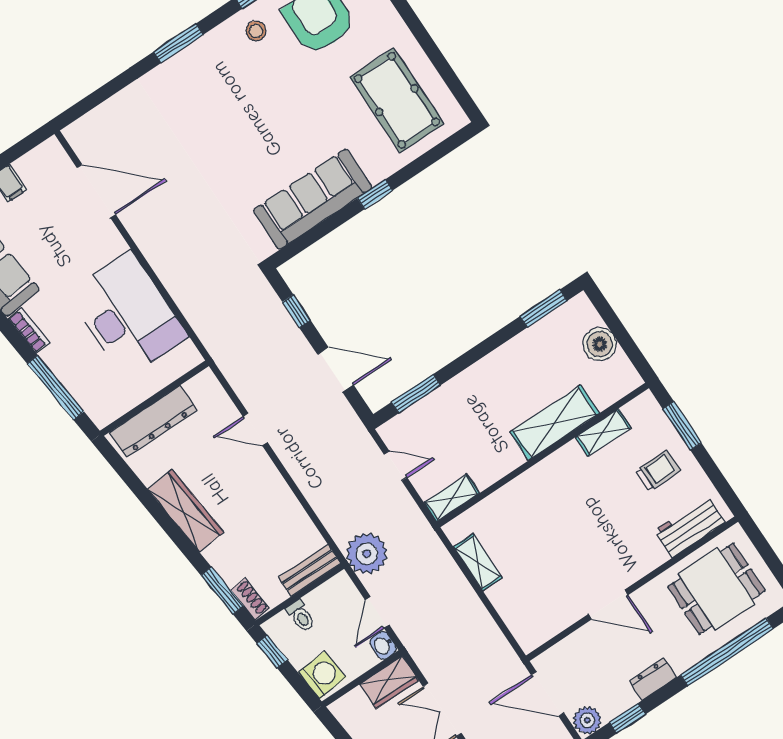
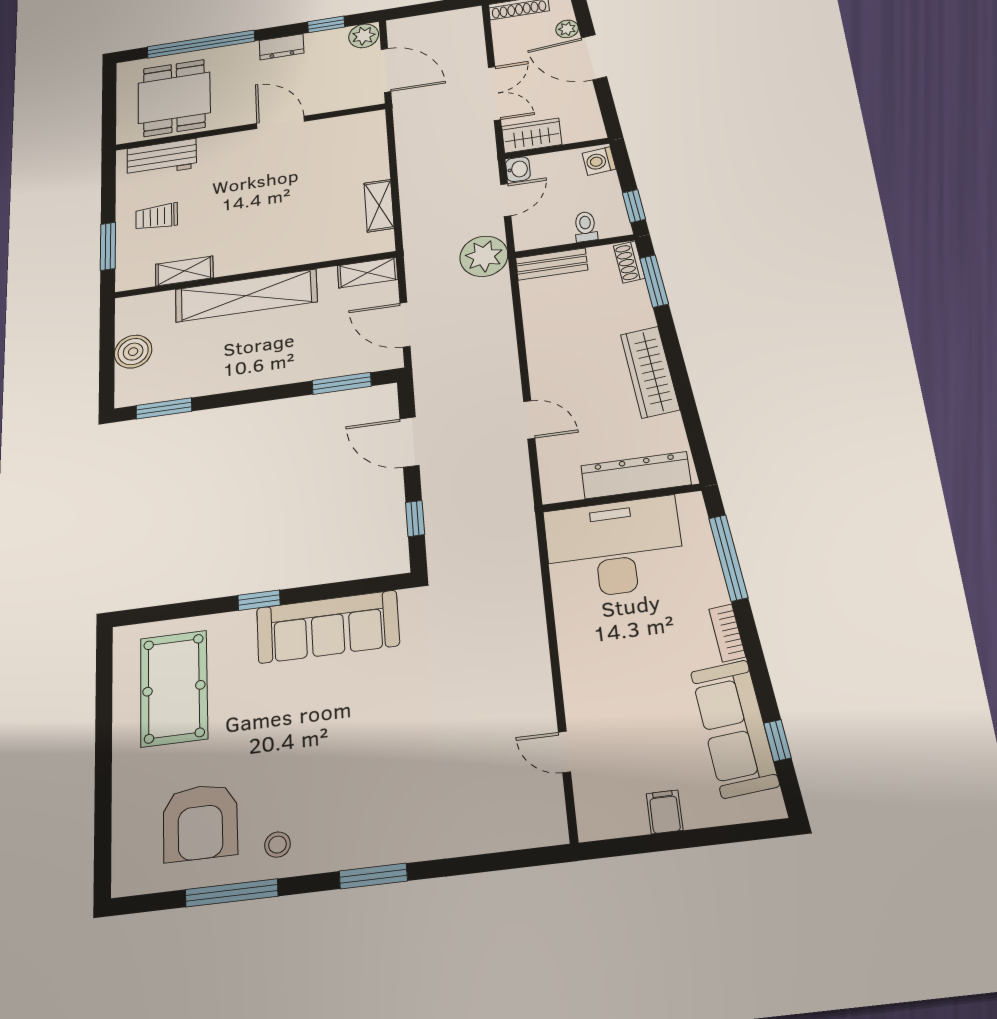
door: (96, 191) -> (564, 752), width x0.53
desk: (127, 315) -> (614, 548), moved, turned 90
shelving: (555, 423) -> (246, 296), width x1.47
door: (395, 466) -> (405, 325), width x1.37
dining table: (716, 589) -> (174, 98), turned 90
washing machine: (322, 675) -> (599, 161), width x0.73, depth x0.73

